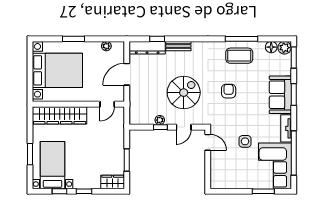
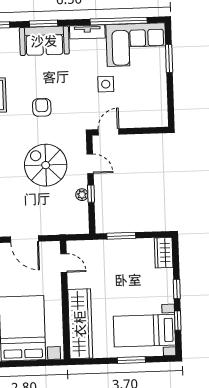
armchair: (229, 91) -> (42, 107), turned 90
window: (127, 160) -> (121, 236), moved

